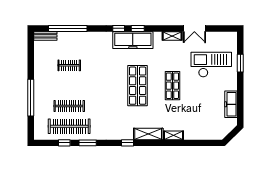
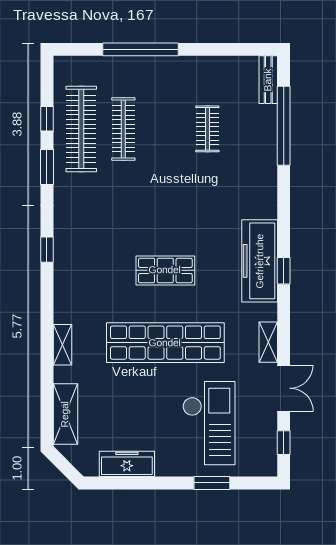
window: (119, 28) -> (284, 443), moved
double door: (194, 28) -> (284, 388), swing flipped
shop shelf: (138, 86) -> (165, 270), width x0.70, depth x0.74
shop shelf: (172, 86) -> (165, 343), width x2.00, depth x1.36
shelving: (148, 134) -> (65, 414), moved

